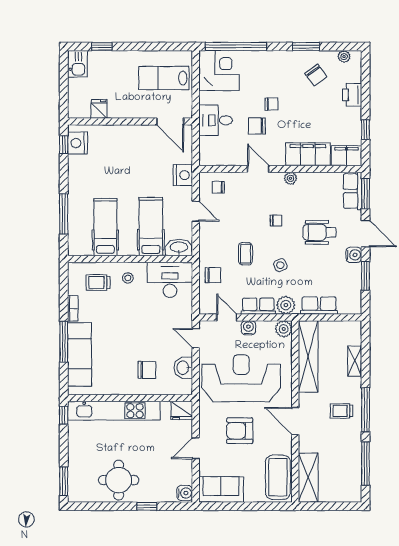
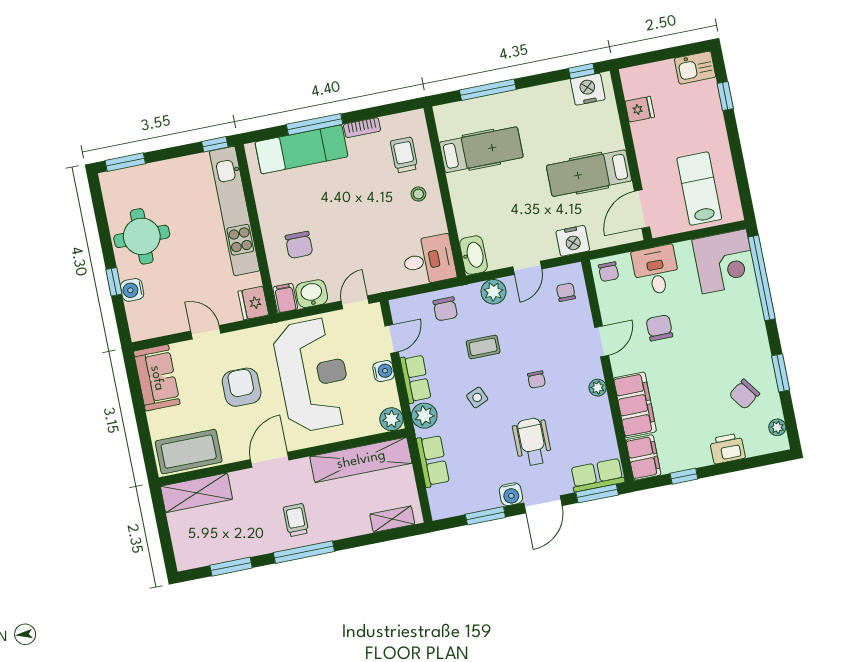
chair: (272, 104) -> (609, 272), moved
hospital bed: (151, 227) -> (589, 173), moved, turned 180
plant: (208, 239) -> (493, 292), added
desk: (170, 280) -> (429, 260), width x0.73
shelving: (355, 361) -> (392, 519), moved
filing cabinet: (183, 387) -> (285, 298), added
window: (365, 464) -> (231, 567), width x0.69
water cooler: (185, 493) -> (132, 290), moved, turned 90

